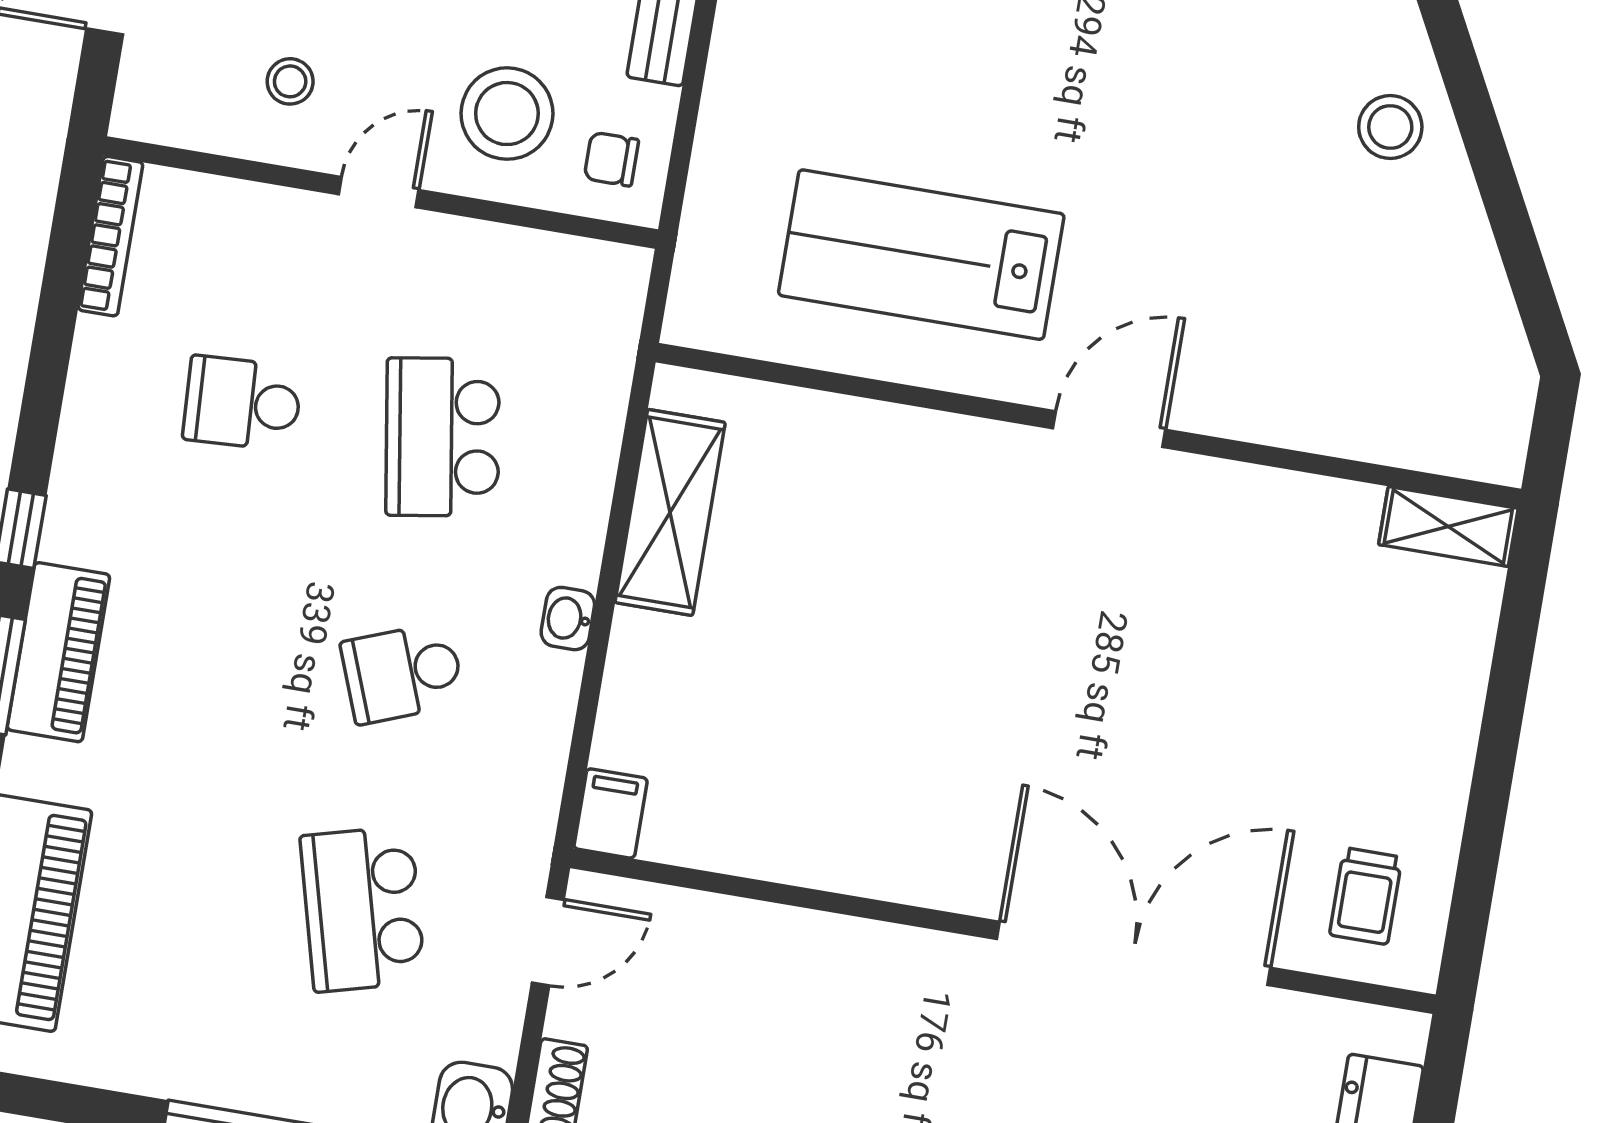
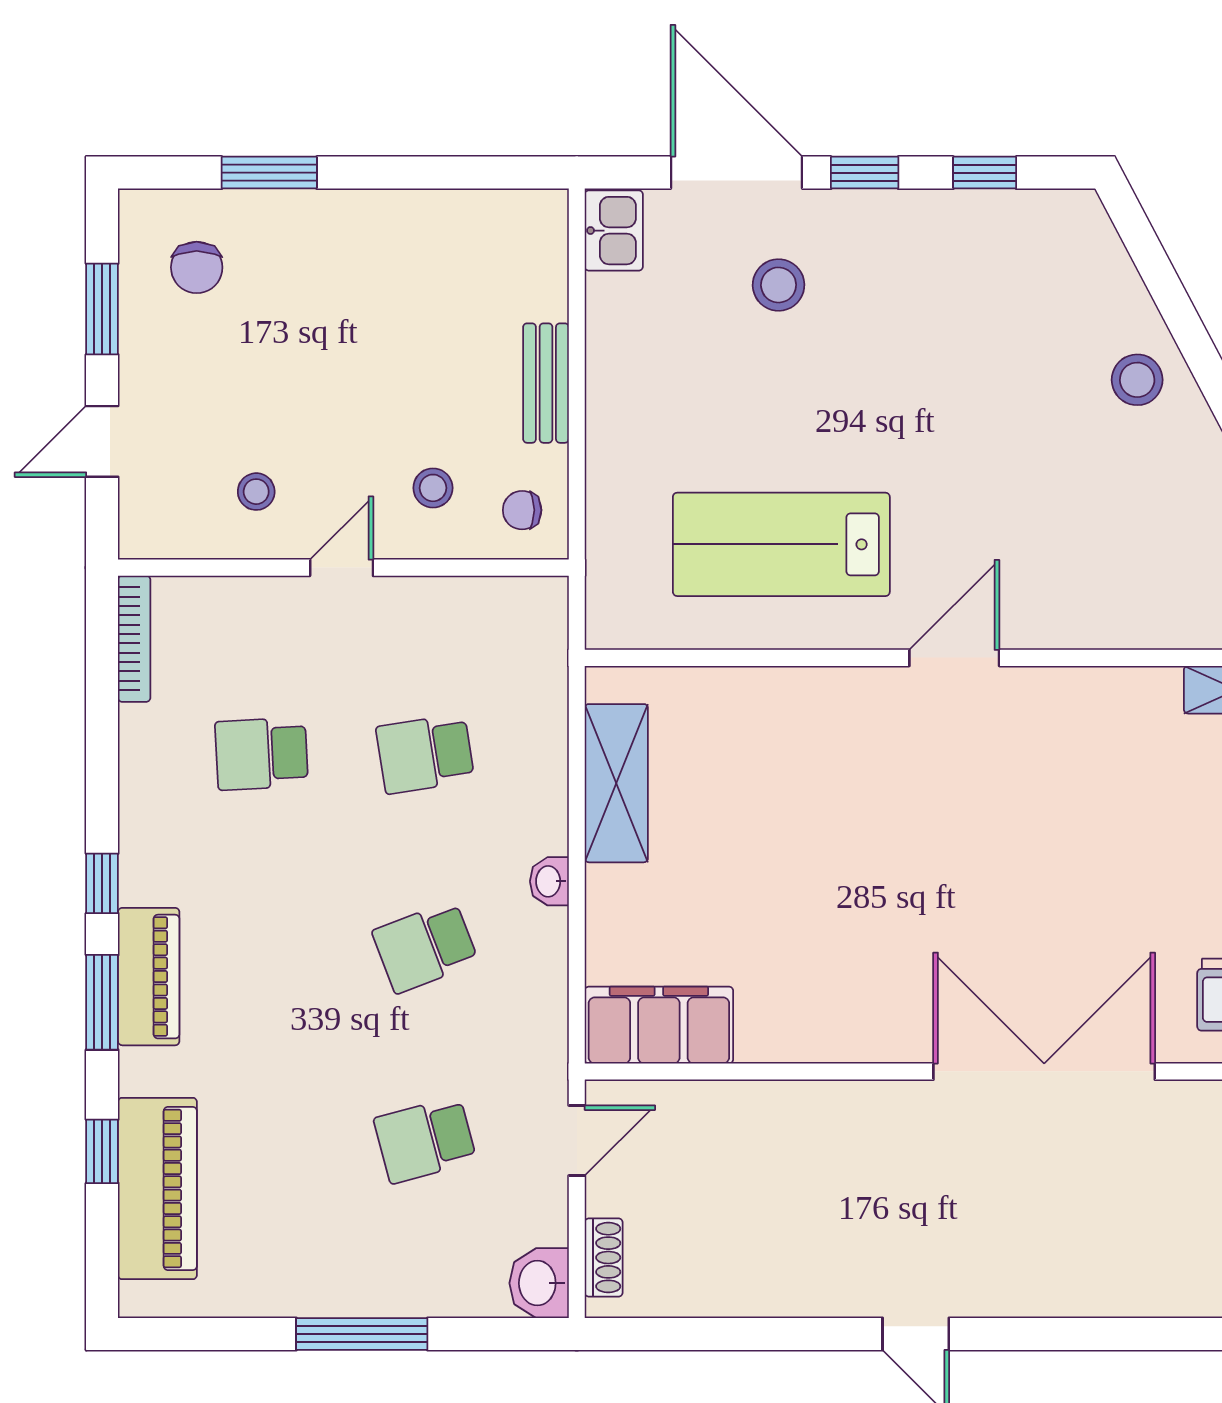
stool: (507, 114) -> (433, 488), width x0.53, depth x0.53
school desk: (443, 437) -> (425, 754), width x0.54
filing cabinet: (611, 813) -> (659, 1025), width x3.00, depth x1.17
school desk: (363, 909) -> (425, 1140), width x0.54

